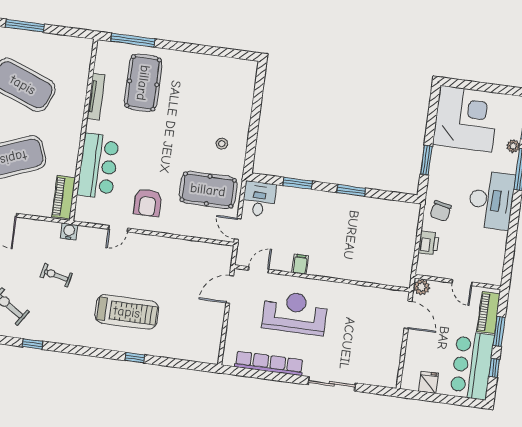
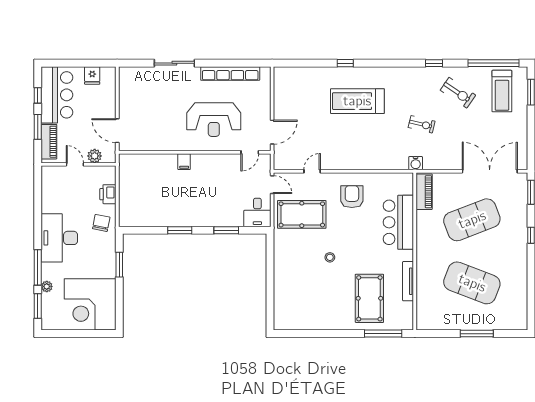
stool: (222, 144) -> (330, 257), moved
door: (118, 229) -> (312, 171), moved
filing cabinet: (300, 264) -> (184, 162), moved
plant: (422, 287) -> (95, 156), moved

